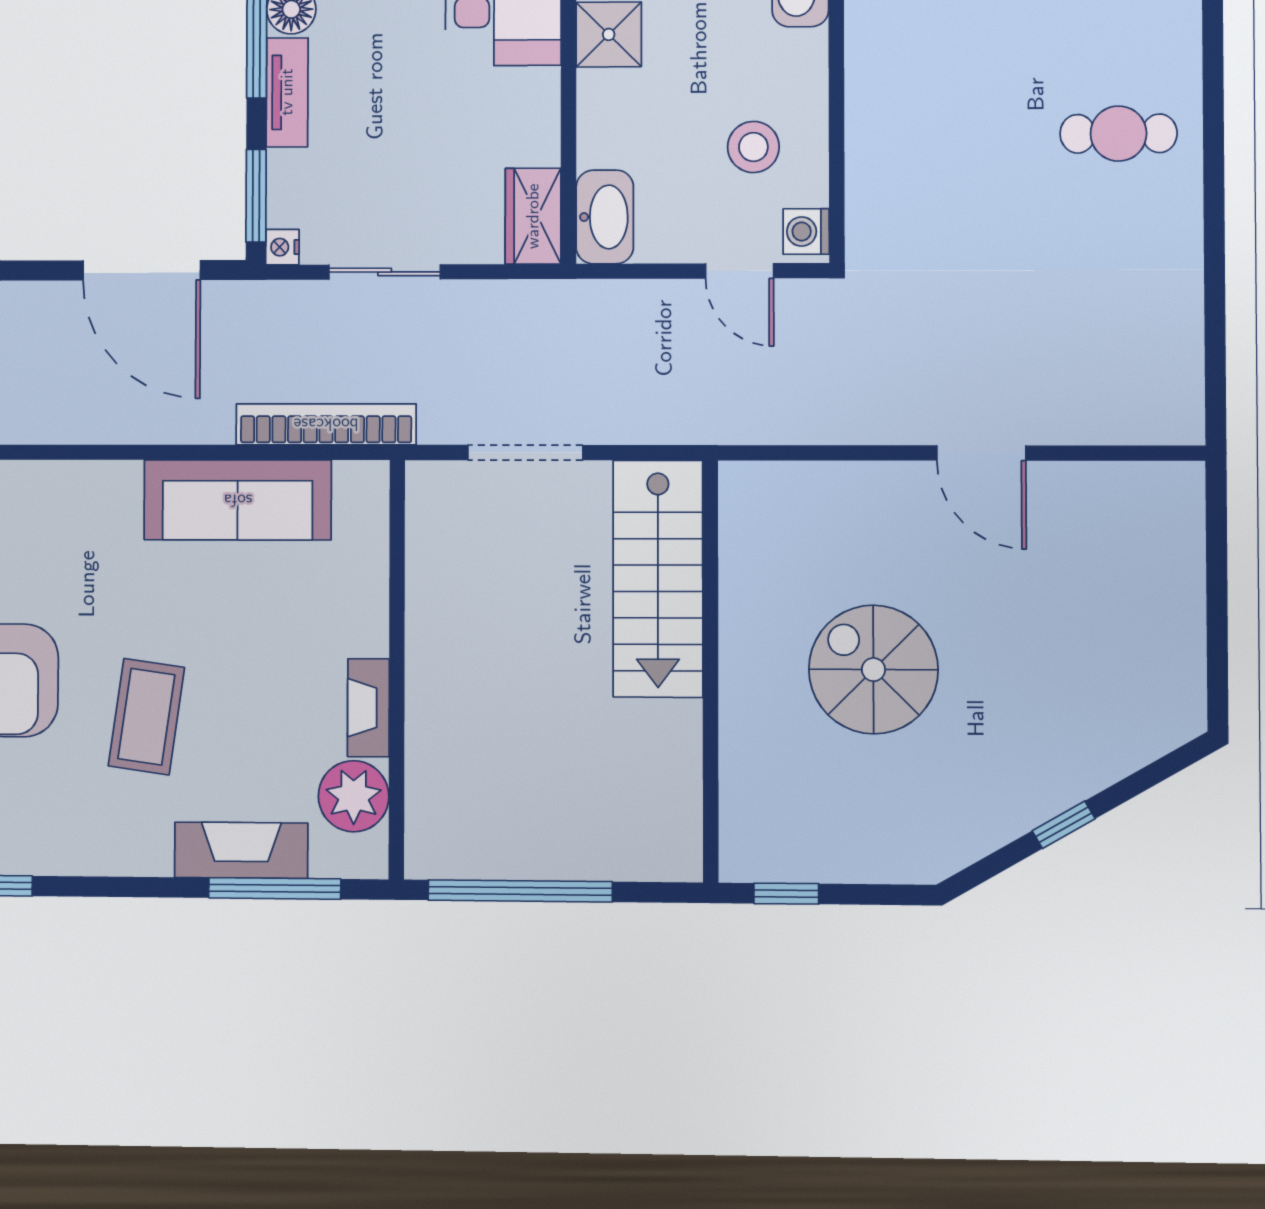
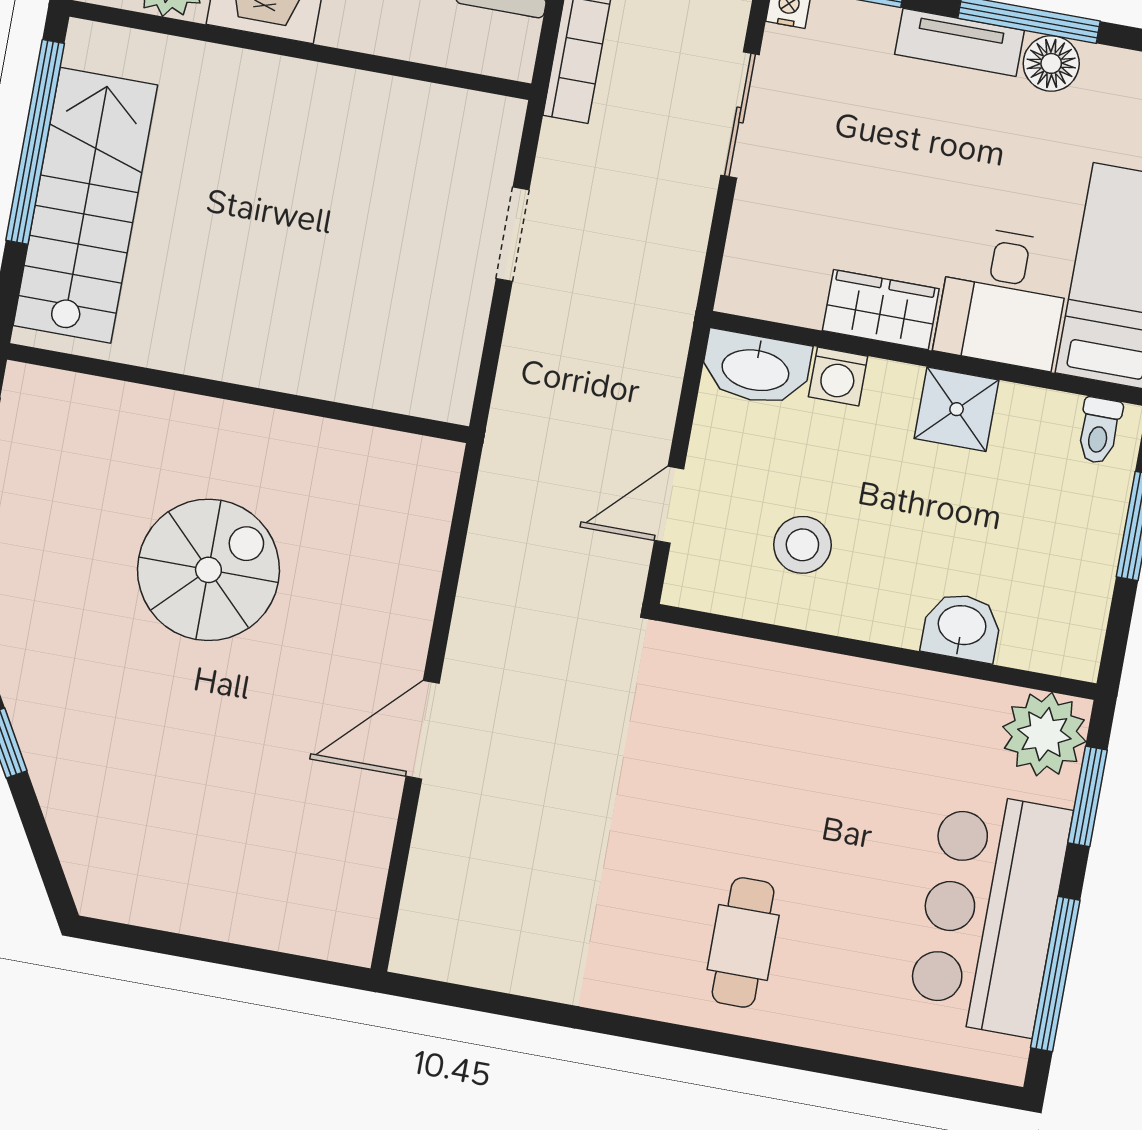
wardrobe: (533, 216) -> (881, 310), moved
washing machine: (806, 231) -> (838, 376), moved, turned 180
doorway: (525, 453) -> (513, 234), width x0.73
stairs: (658, 579) -> (85, 205), moved, turned 90

